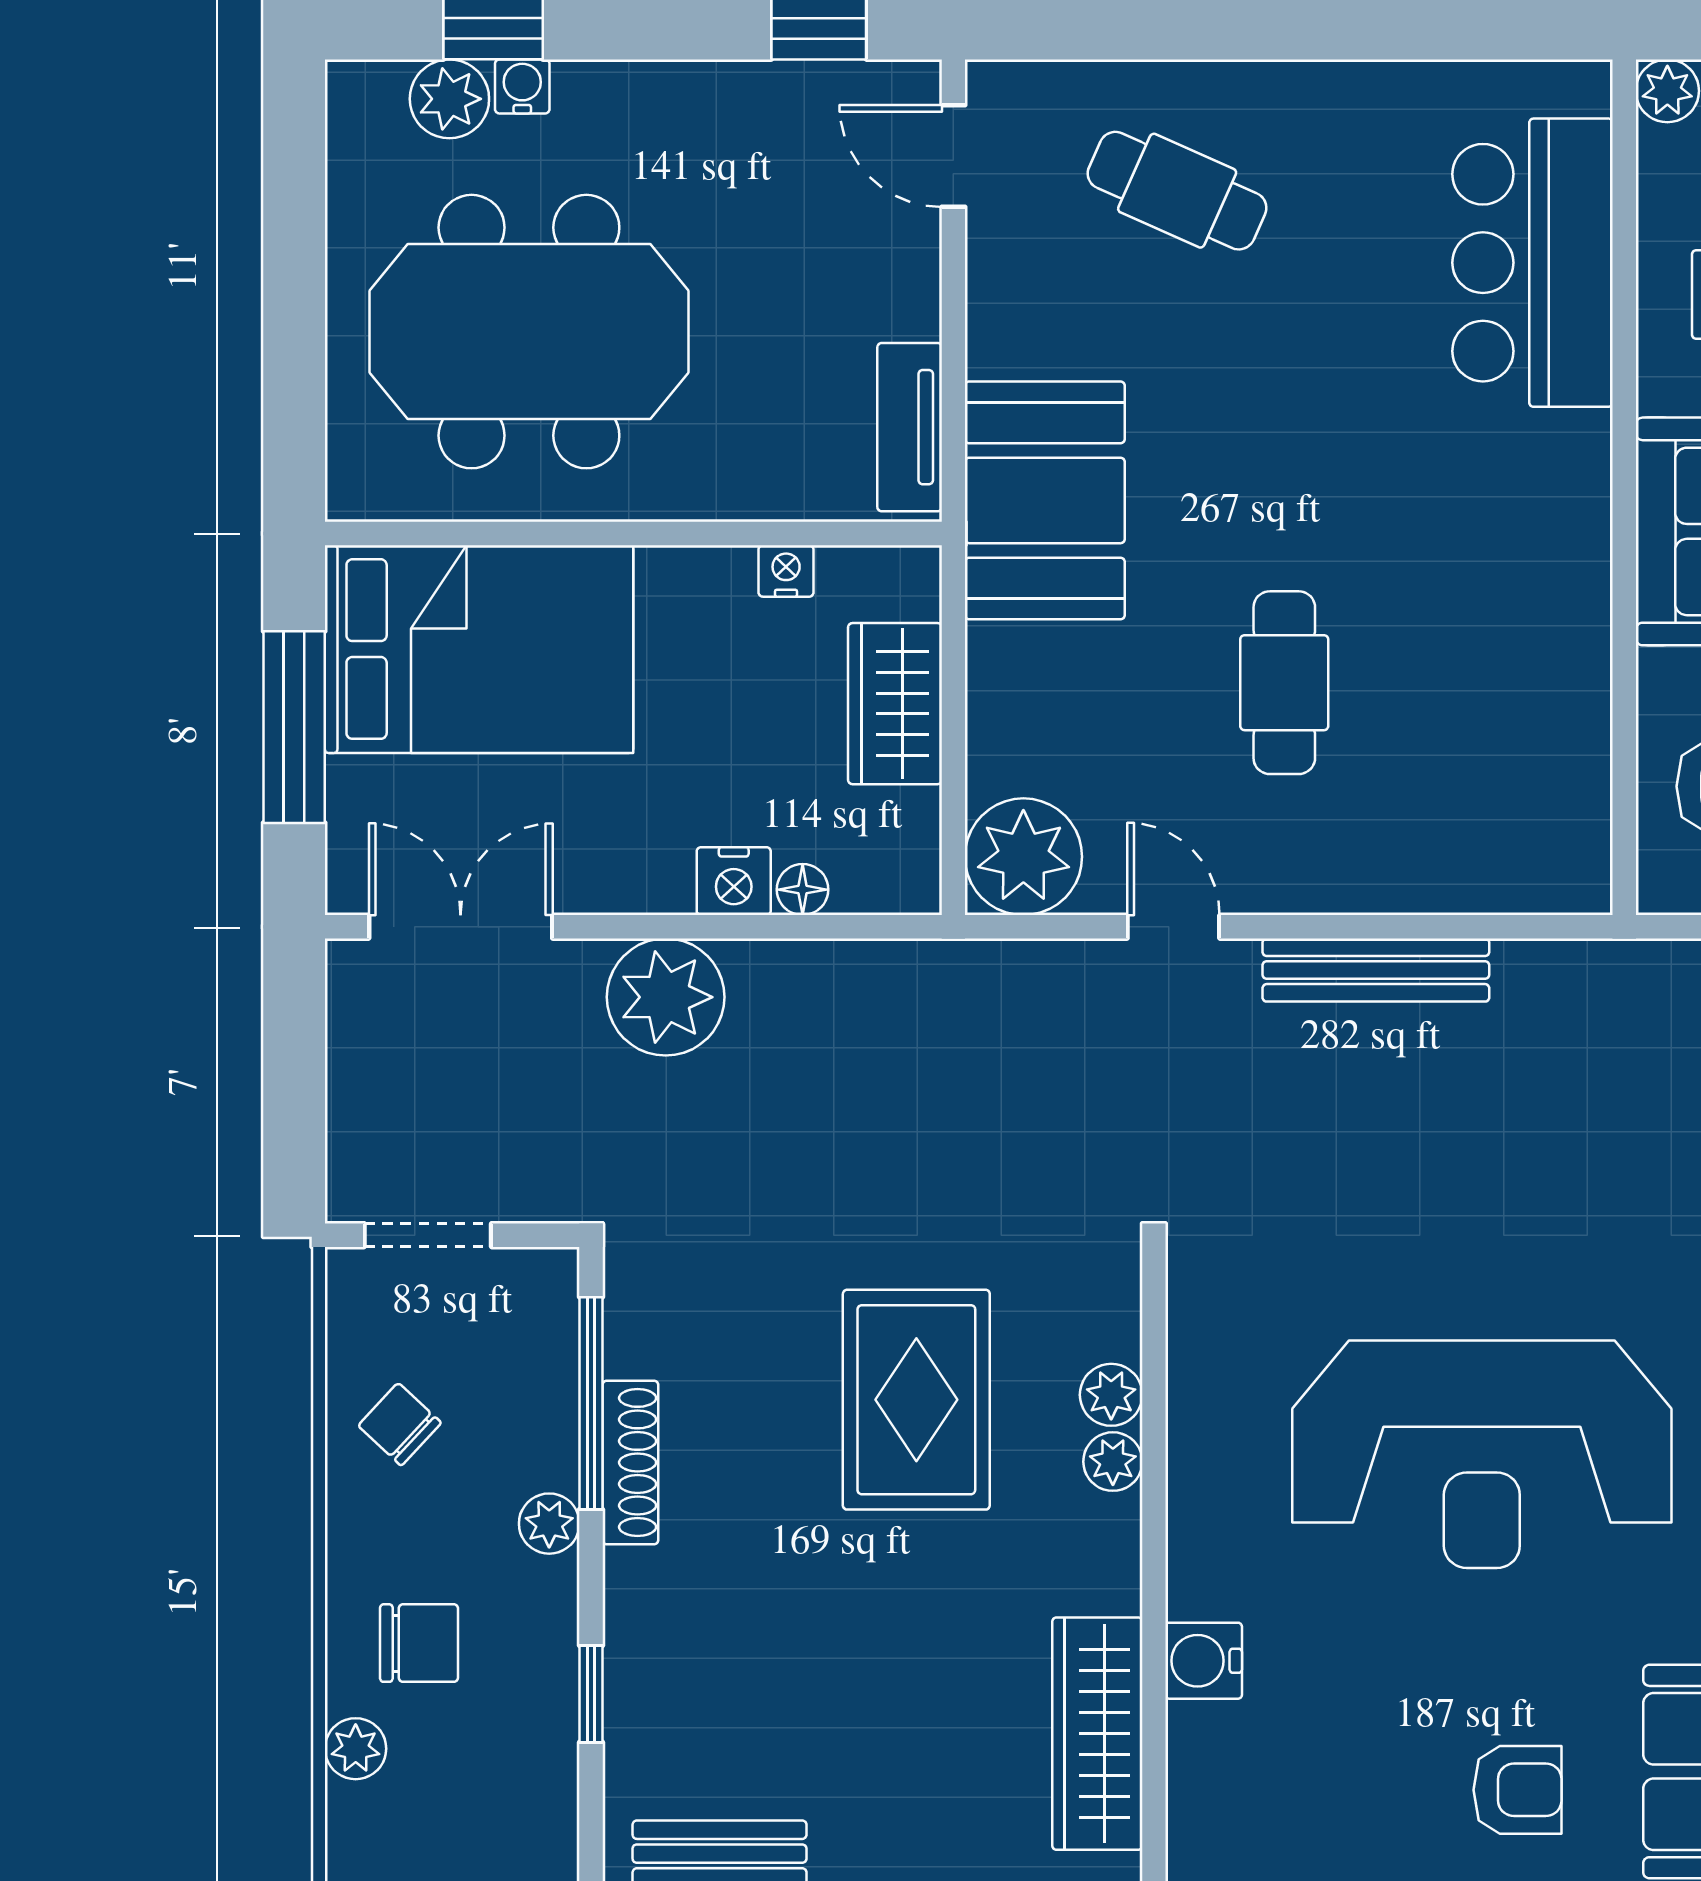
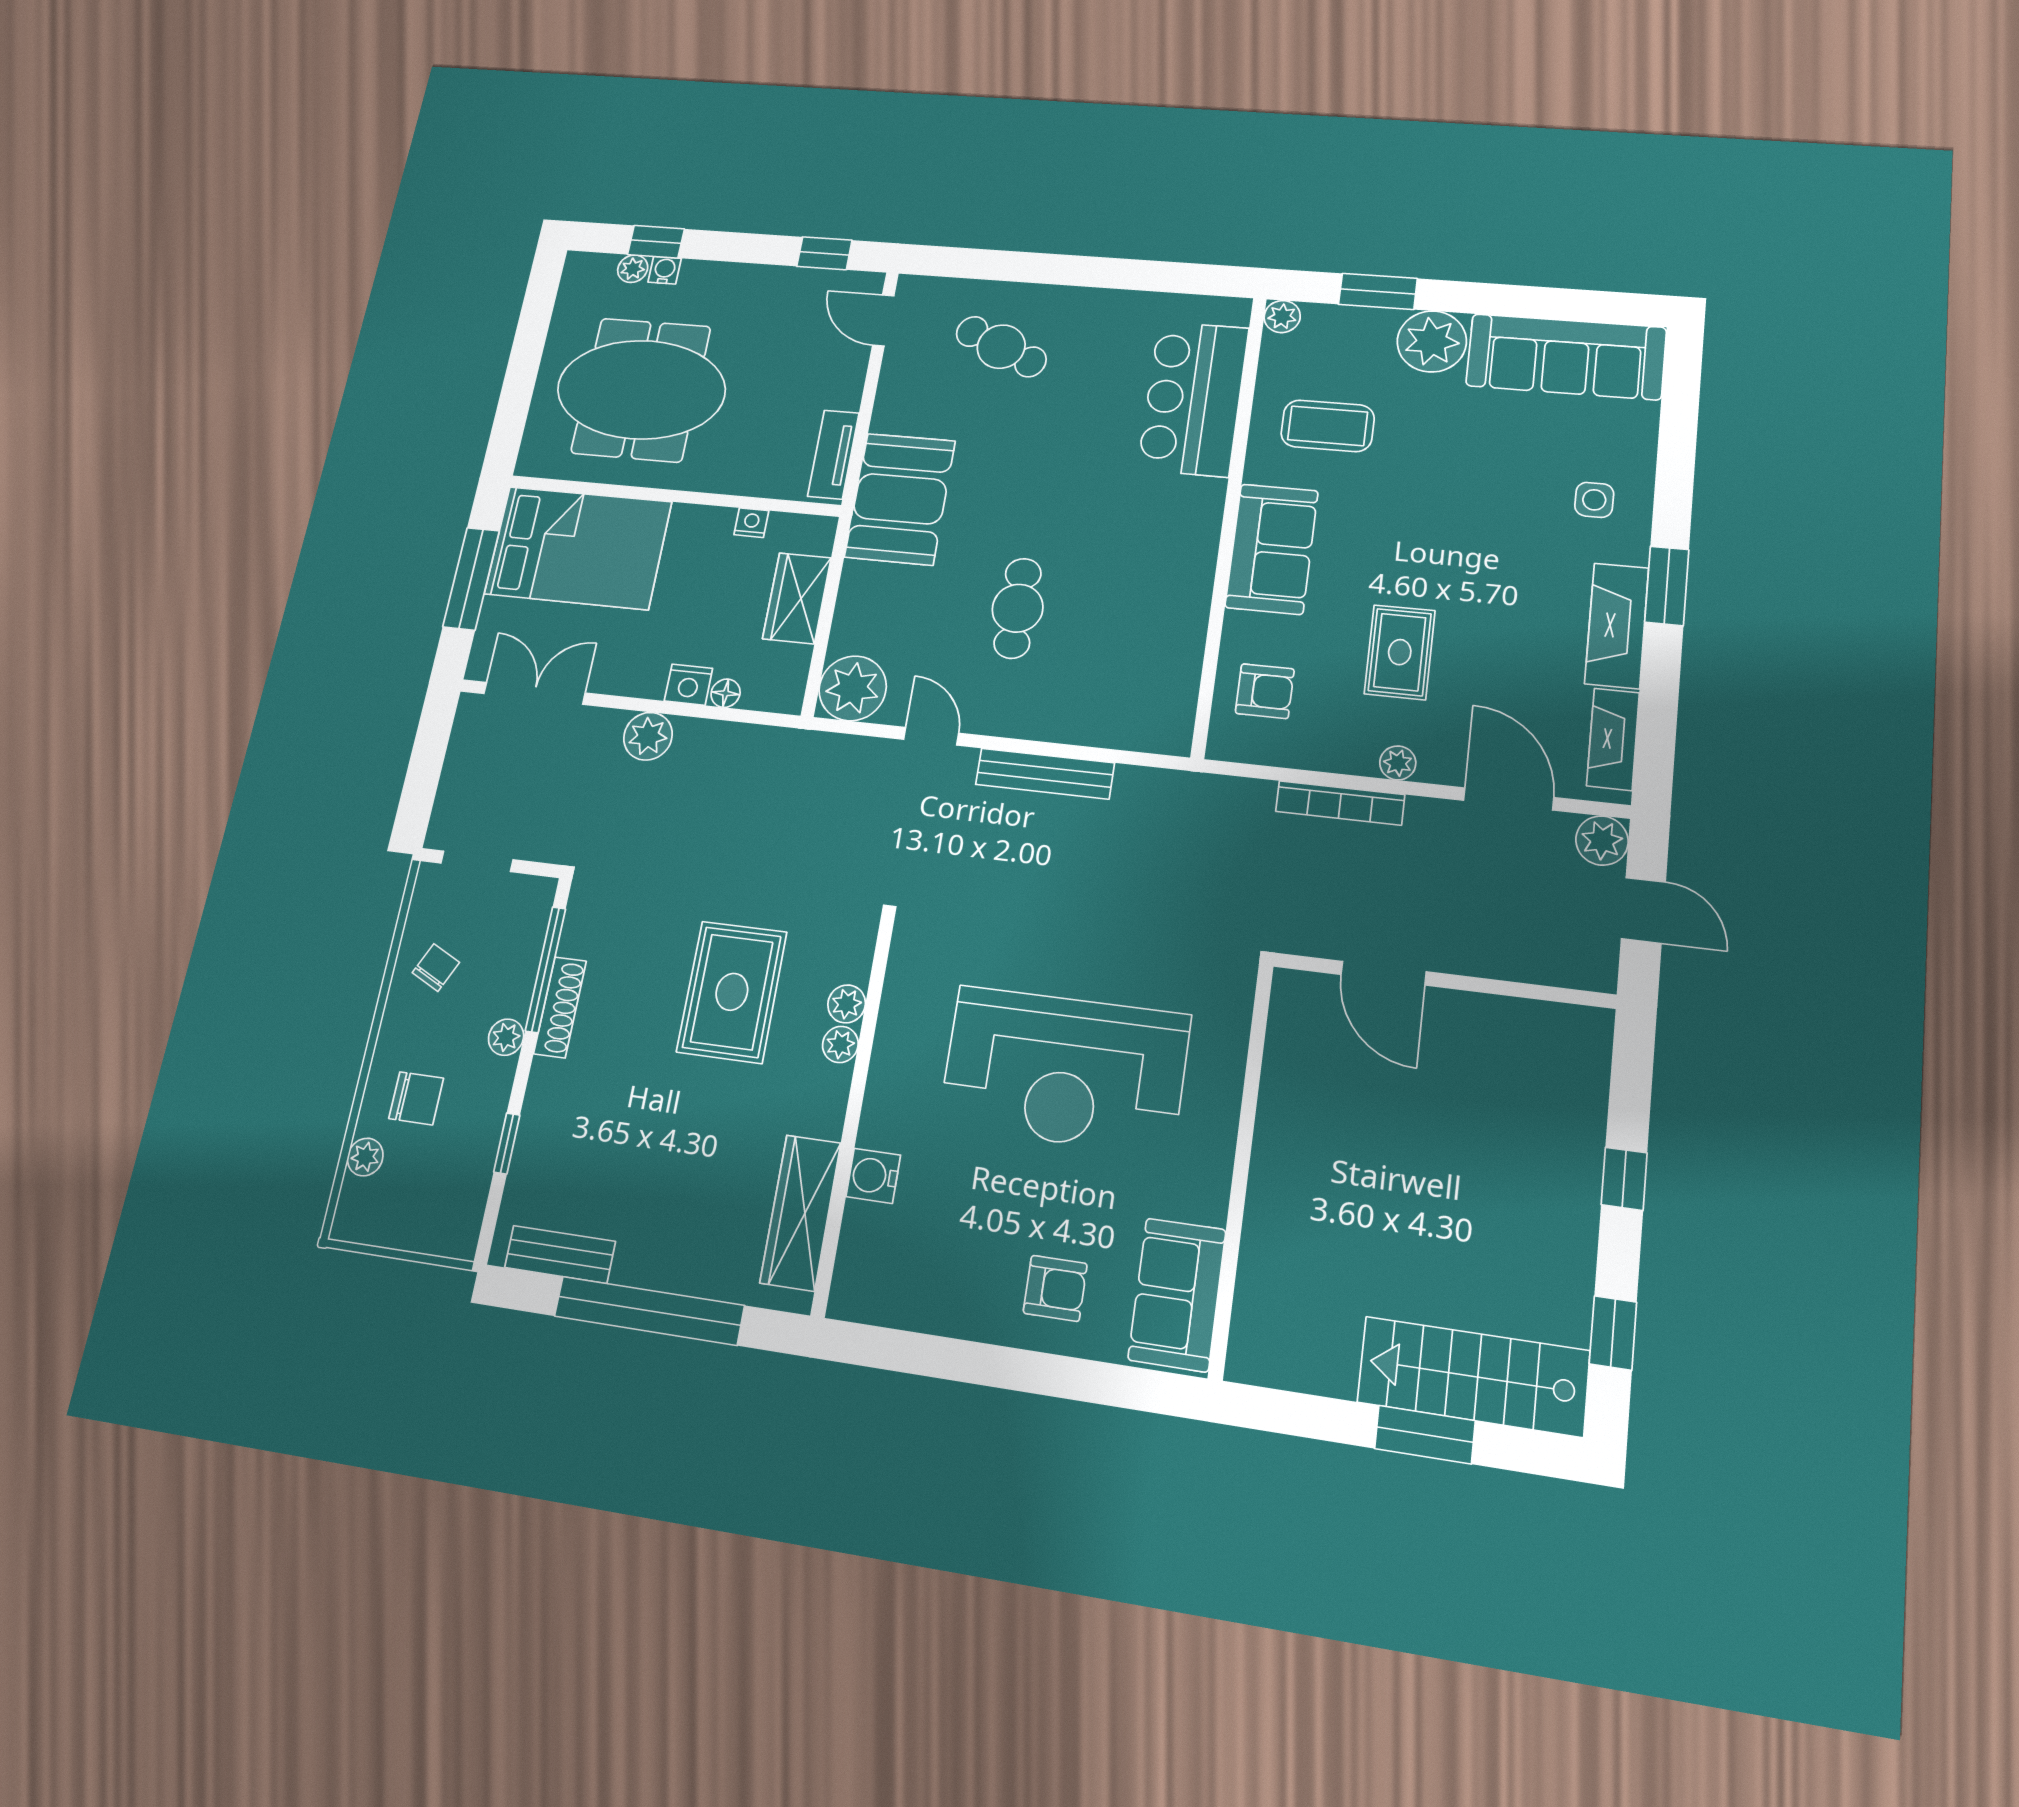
plant: (449, 99) -> (633, 269), width x0.73, depth x0.73
plant: (666, 997) -> (648, 736), width x0.73, depth x0.73
chair: (400, 1424) -> (436, 967), turned 73

